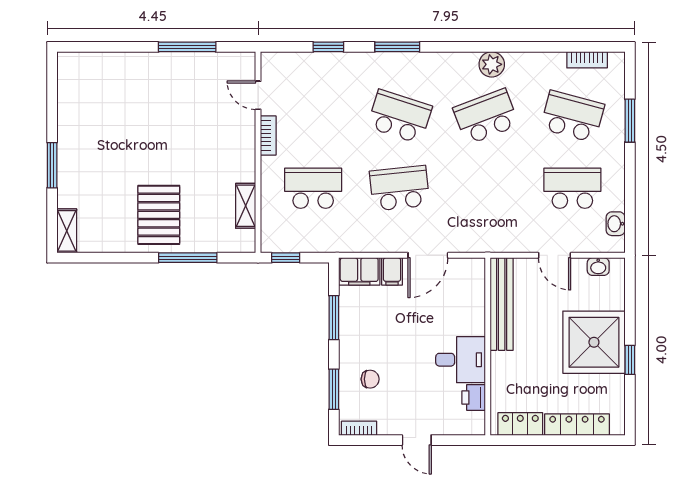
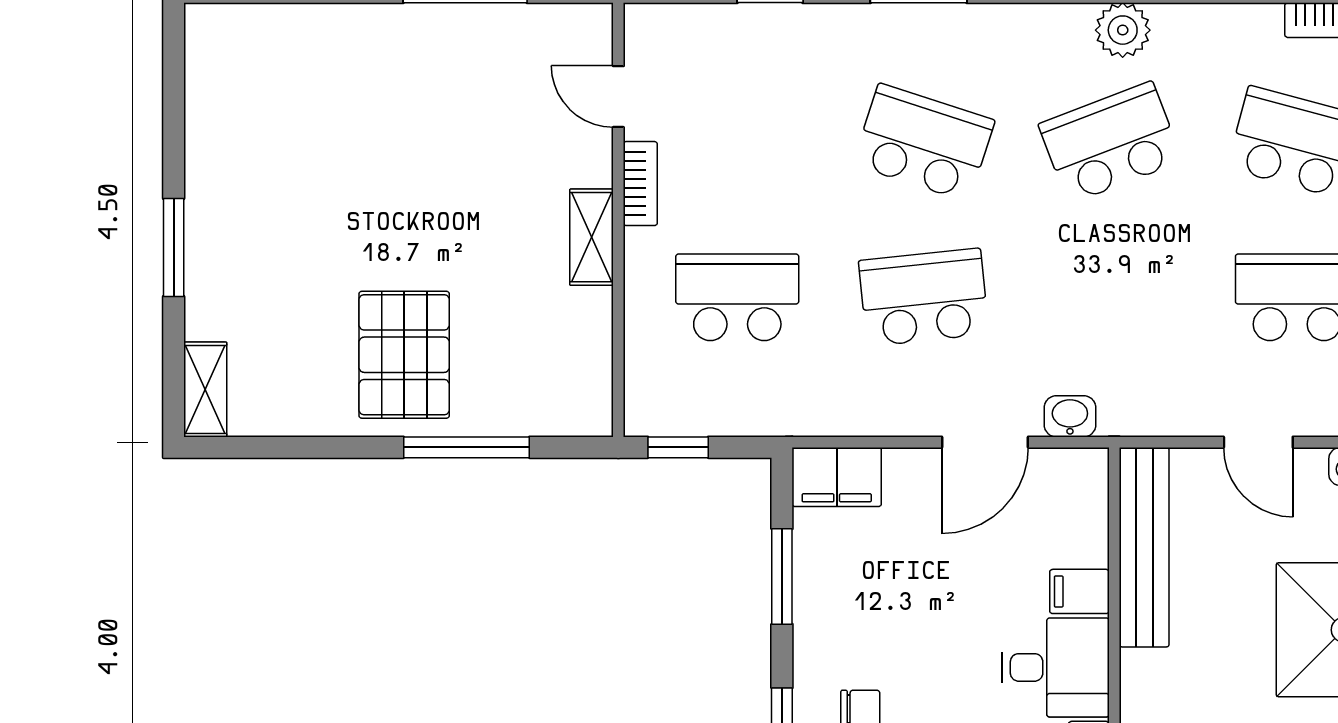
shelving: (246, 206) -> (592, 237), moved
washbasin: (467, 243) -> (1070, 416), added
filing cabinet: (392, 271) -> (1079, 591), moved, turned 90

